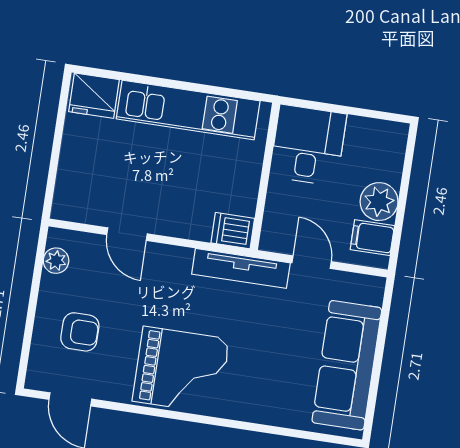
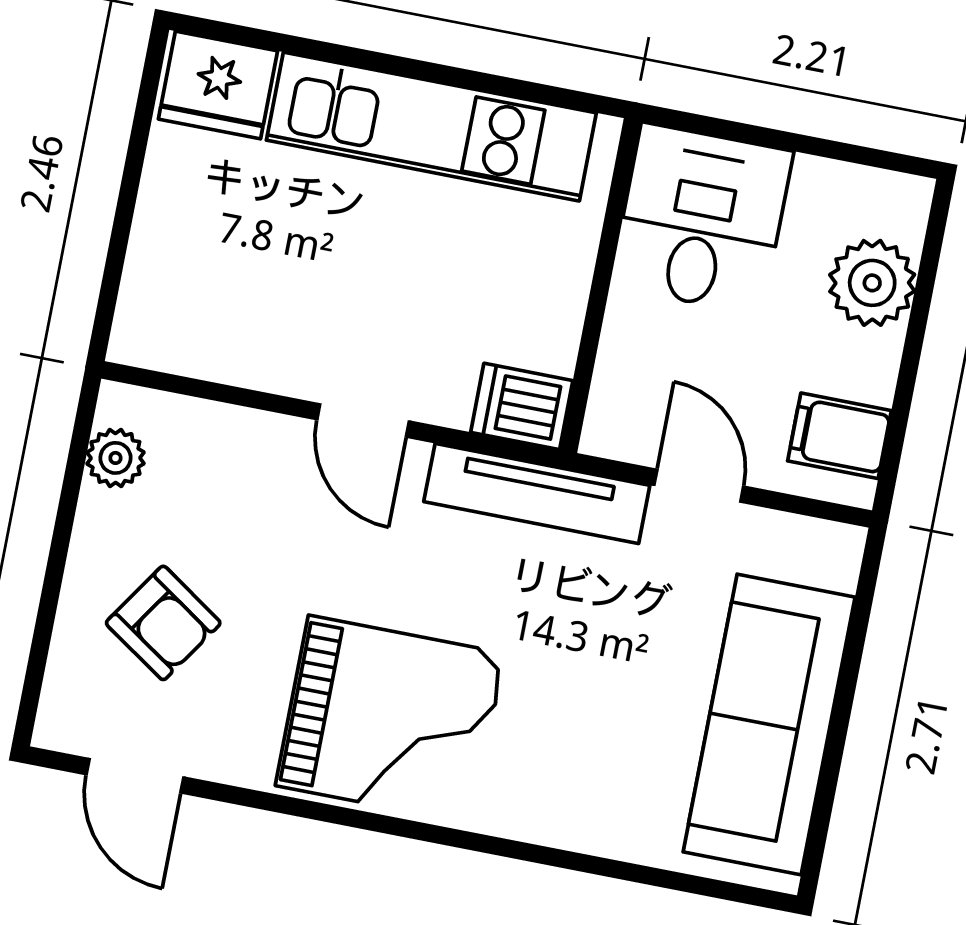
plant: (379, 202) -> (872, 283), moved
door: (127, 234) -> (363, 420), moved
armchair: (80, 332) -> (163, 623), turned 34

